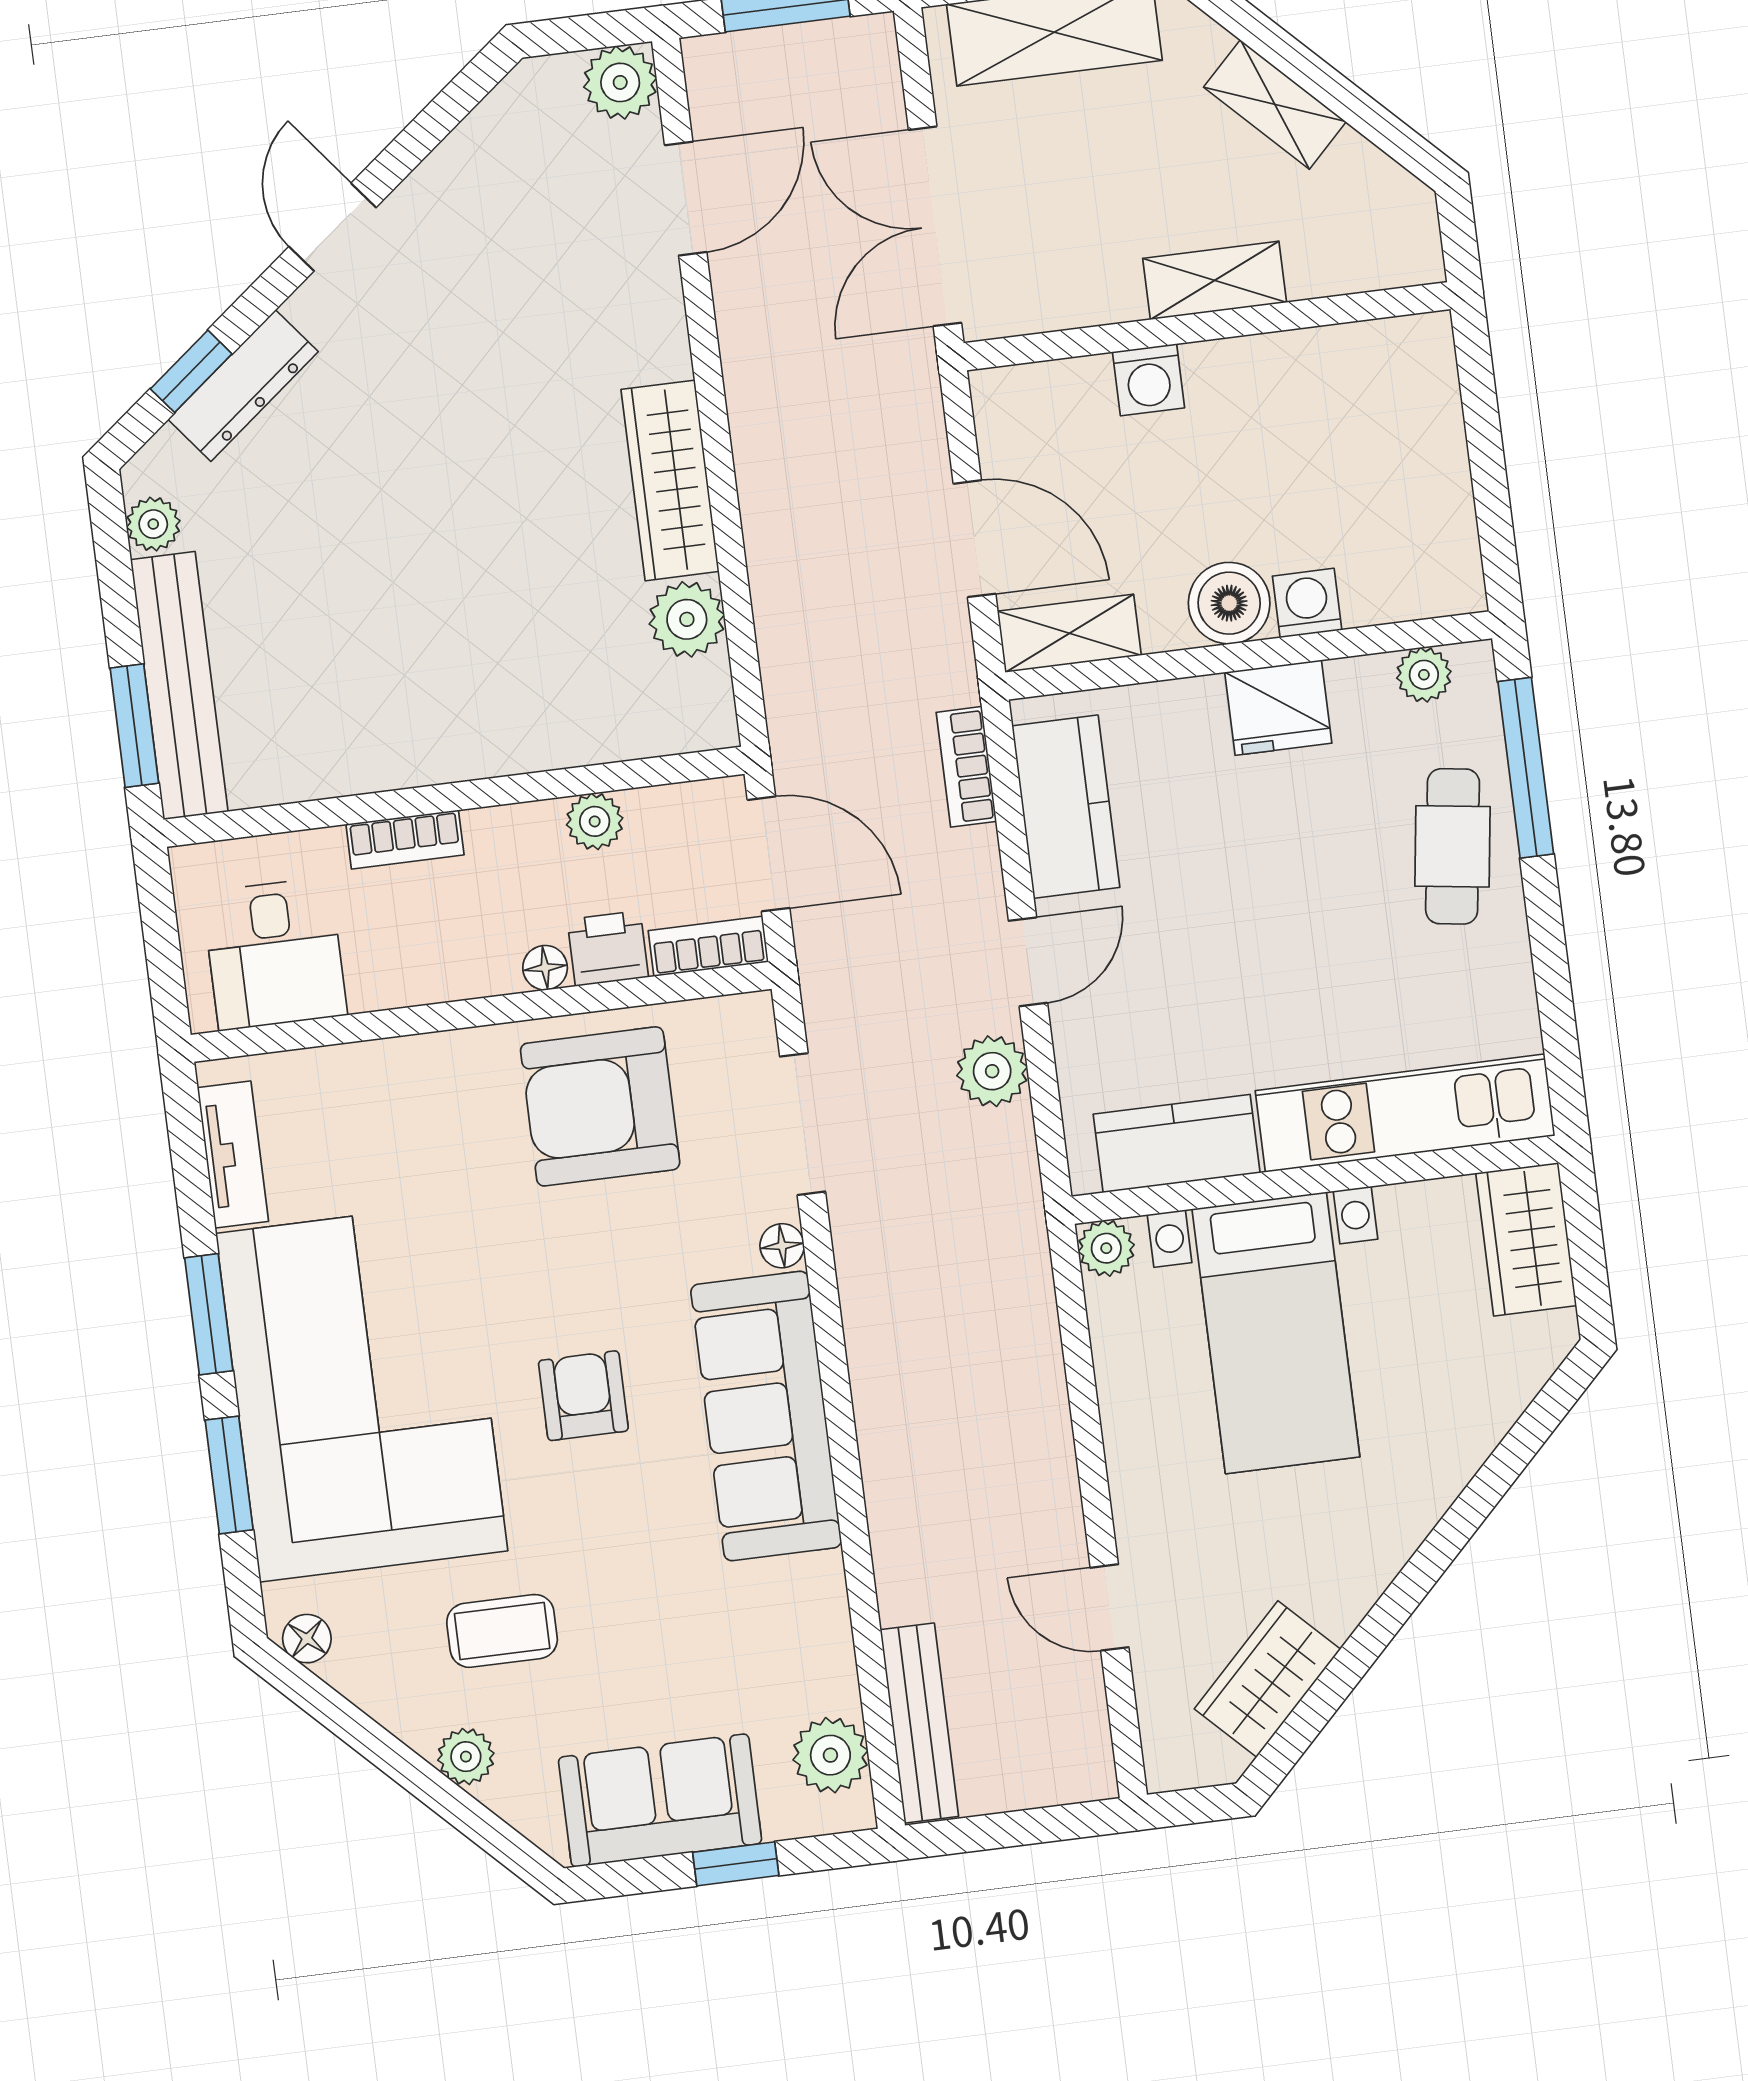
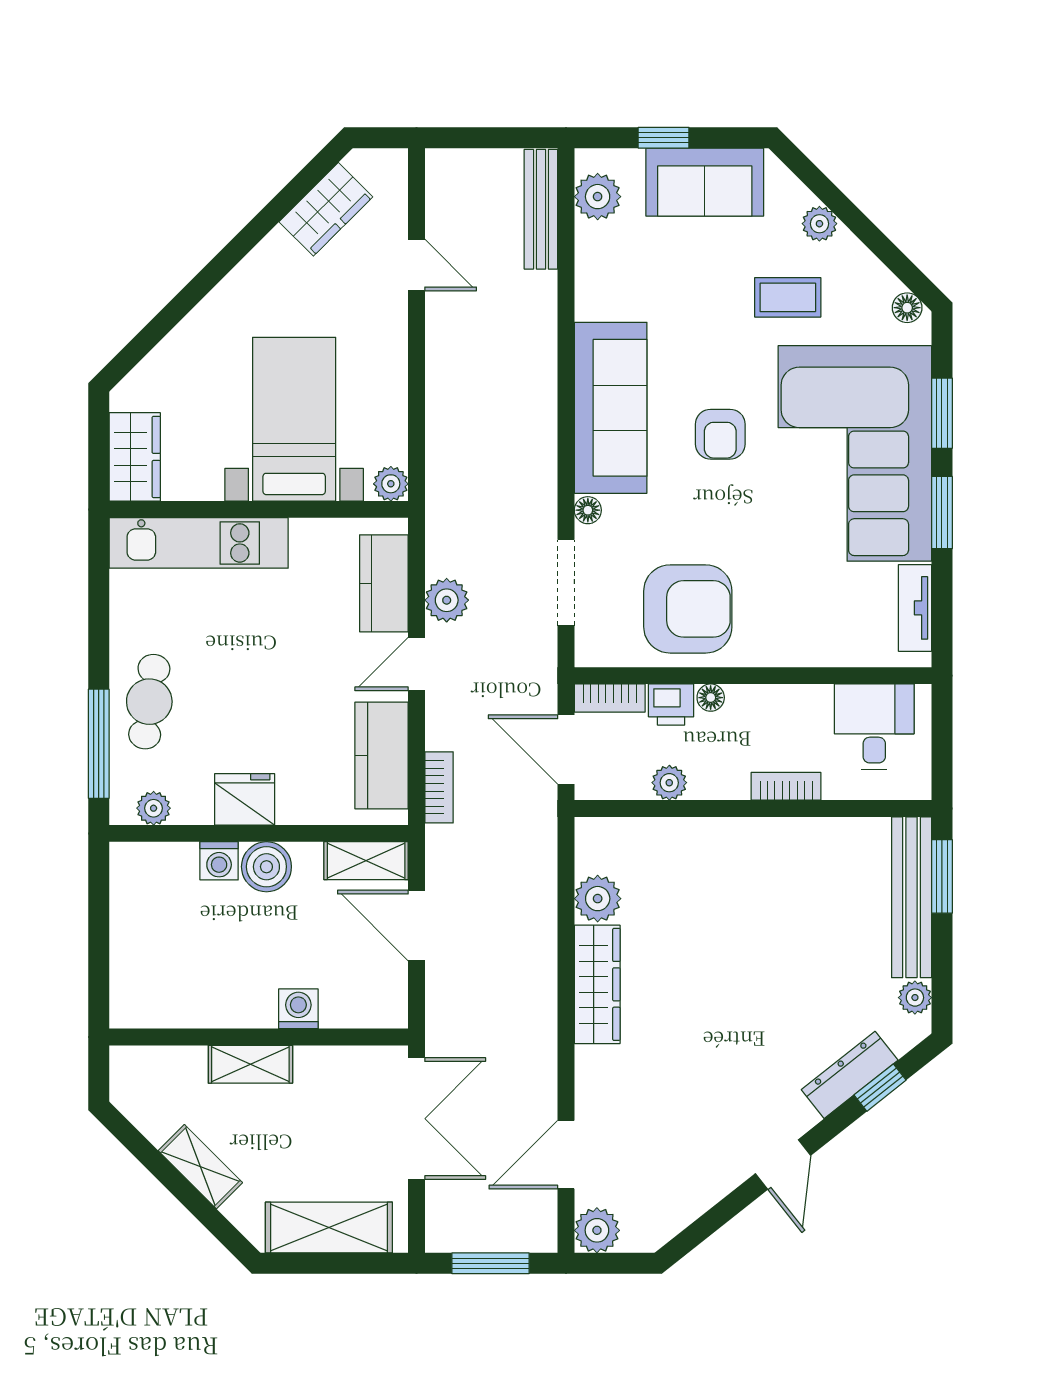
kitchen counter: (1177, 1144) -> (384, 583), moved, turned 90

